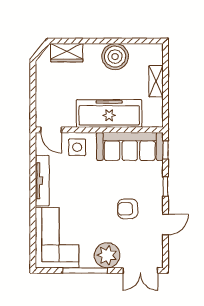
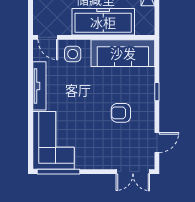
window: (165, 150) -> (157, 57), removed
door: (165, 224) -> (157, 142), moved
plant: (107, 255) -> (101, 157), removed
window: (85, 270) -> (59, 172), moved

